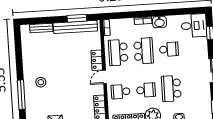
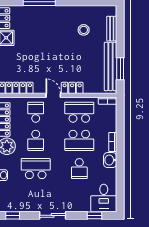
stool: (41, 82) -> (84, 30), moved

